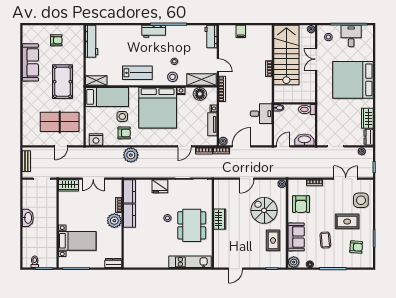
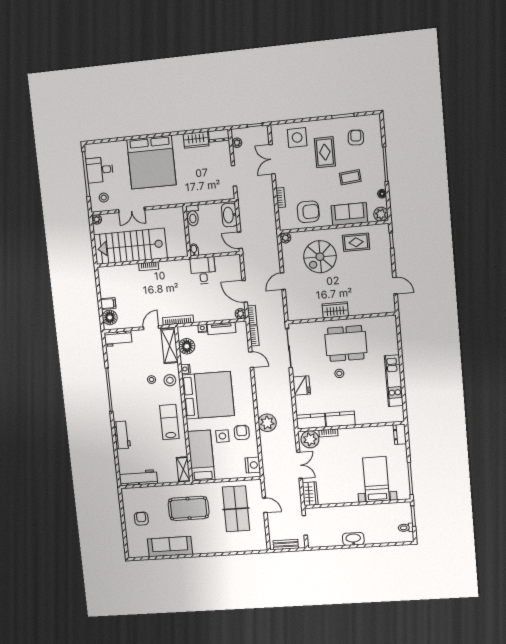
workbench: (154, 31) -> (122, 435), moved
floor lamp: (229, 31) -> (110, 317), added
door: (247, 179) -> (283, 281), swing flipped
plant: (114, 221) -> (310, 439), moved
kitchen unit: (190, 262) -> (394, 381), moved

